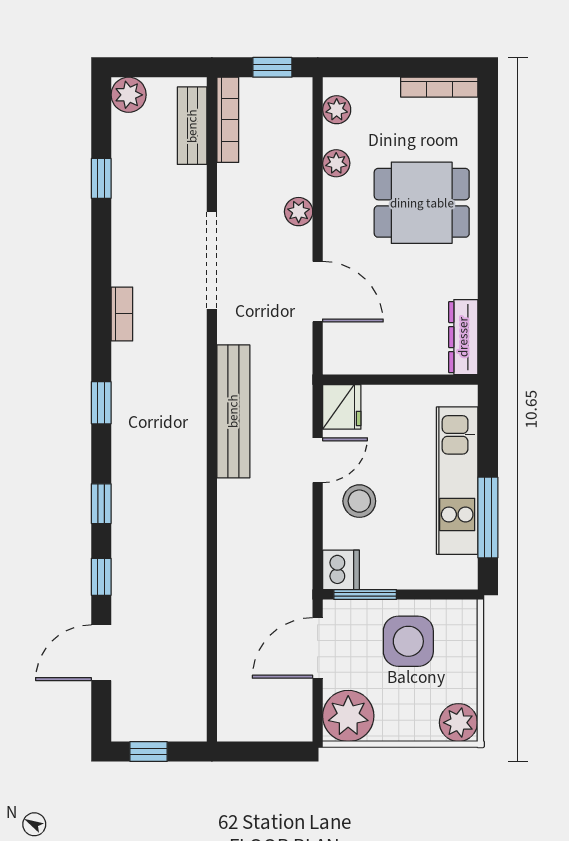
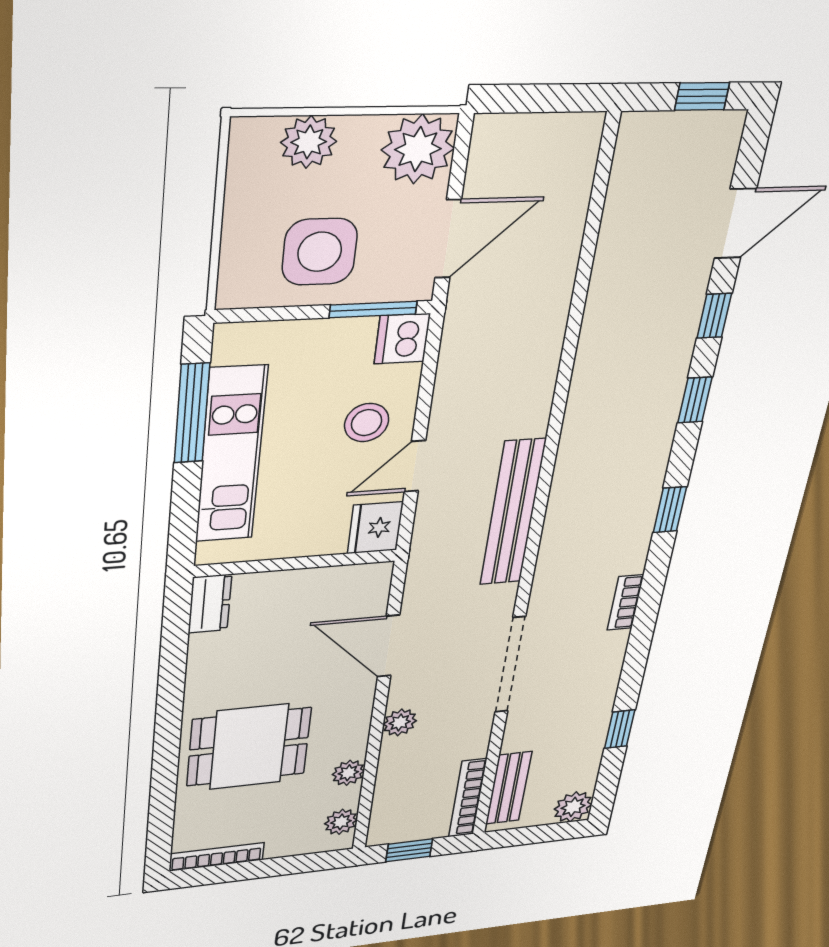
dresser: (463, 337) -> (210, 604), width x0.70
plant: (458, 723) -> (309, 142), moved

